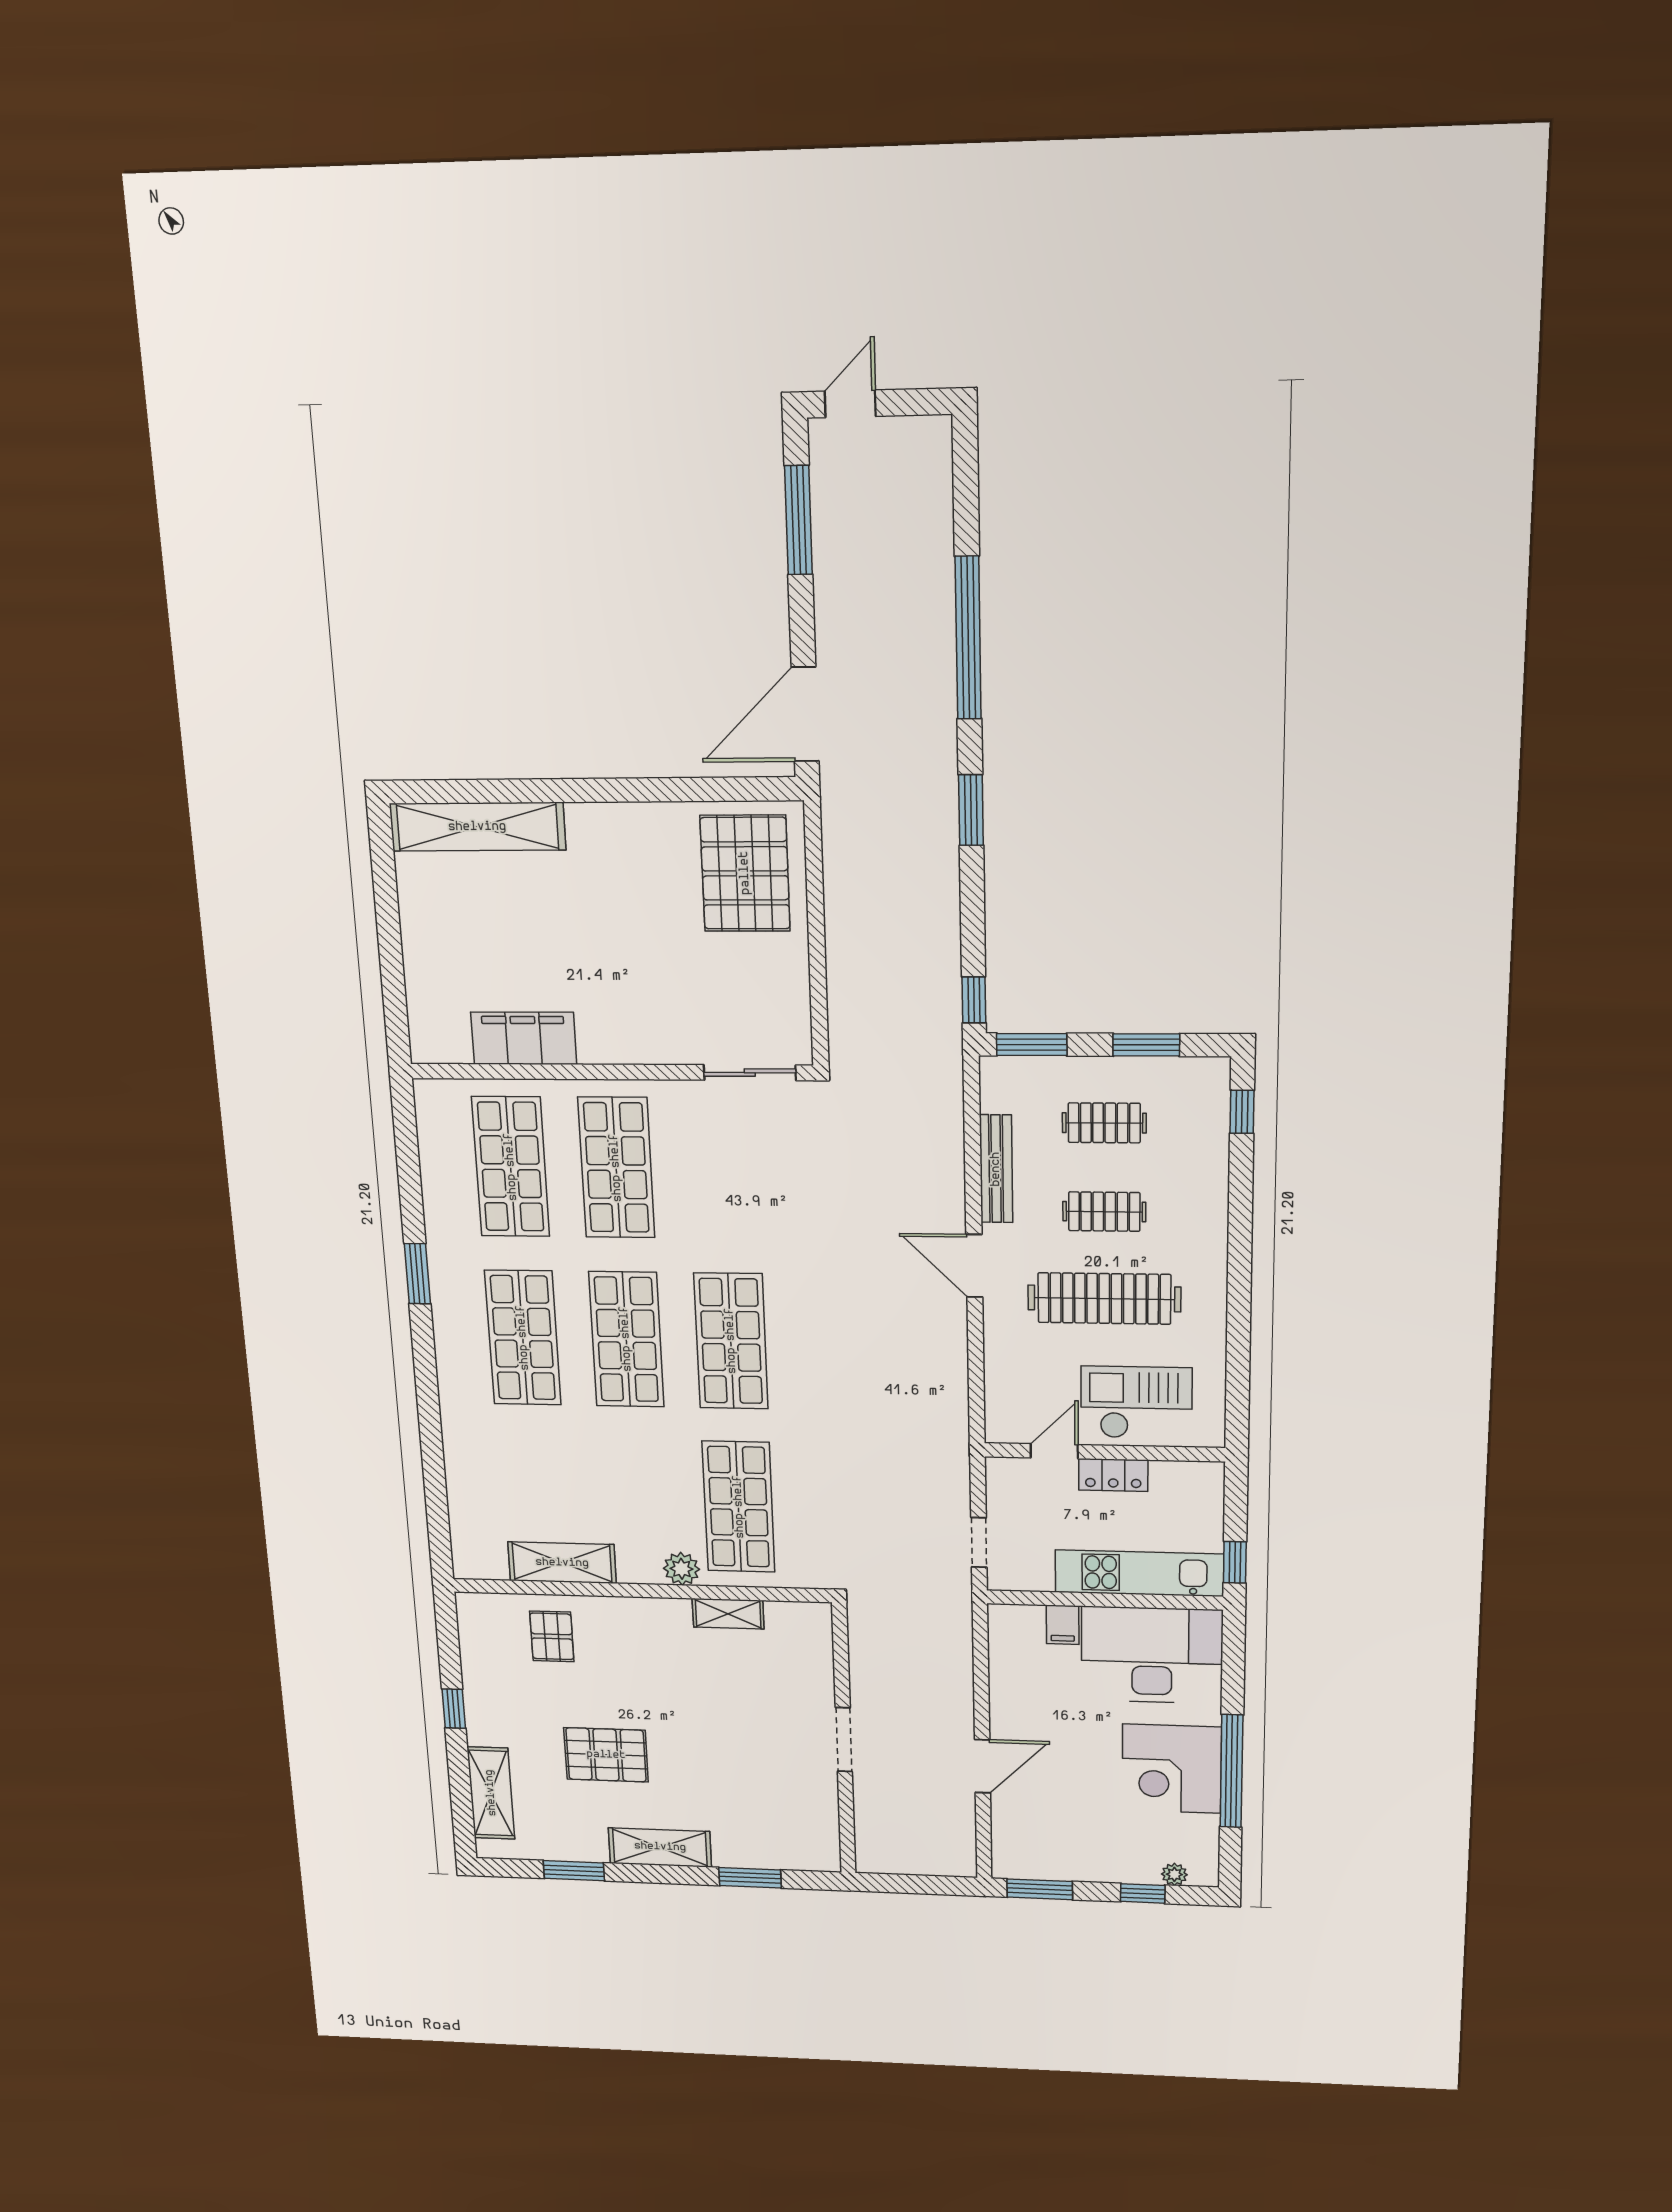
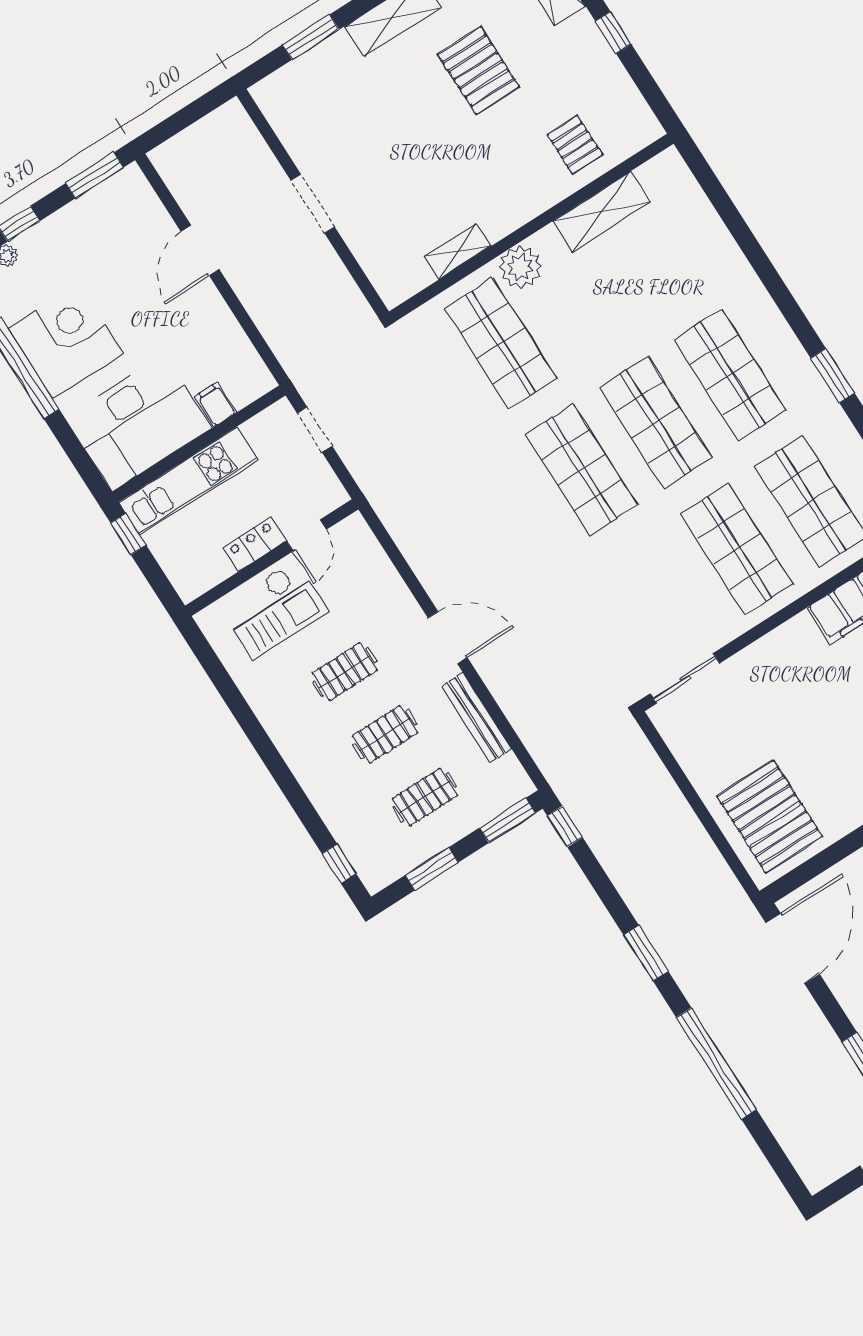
clothes rail: (1104, 1298) -> (345, 672), width x0.54, depth x0.76
plant: (682, 1569) -> (520, 267), width x1.36, depth x1.36
pallet: (606, 1755) -> (478, 70), turned 90

